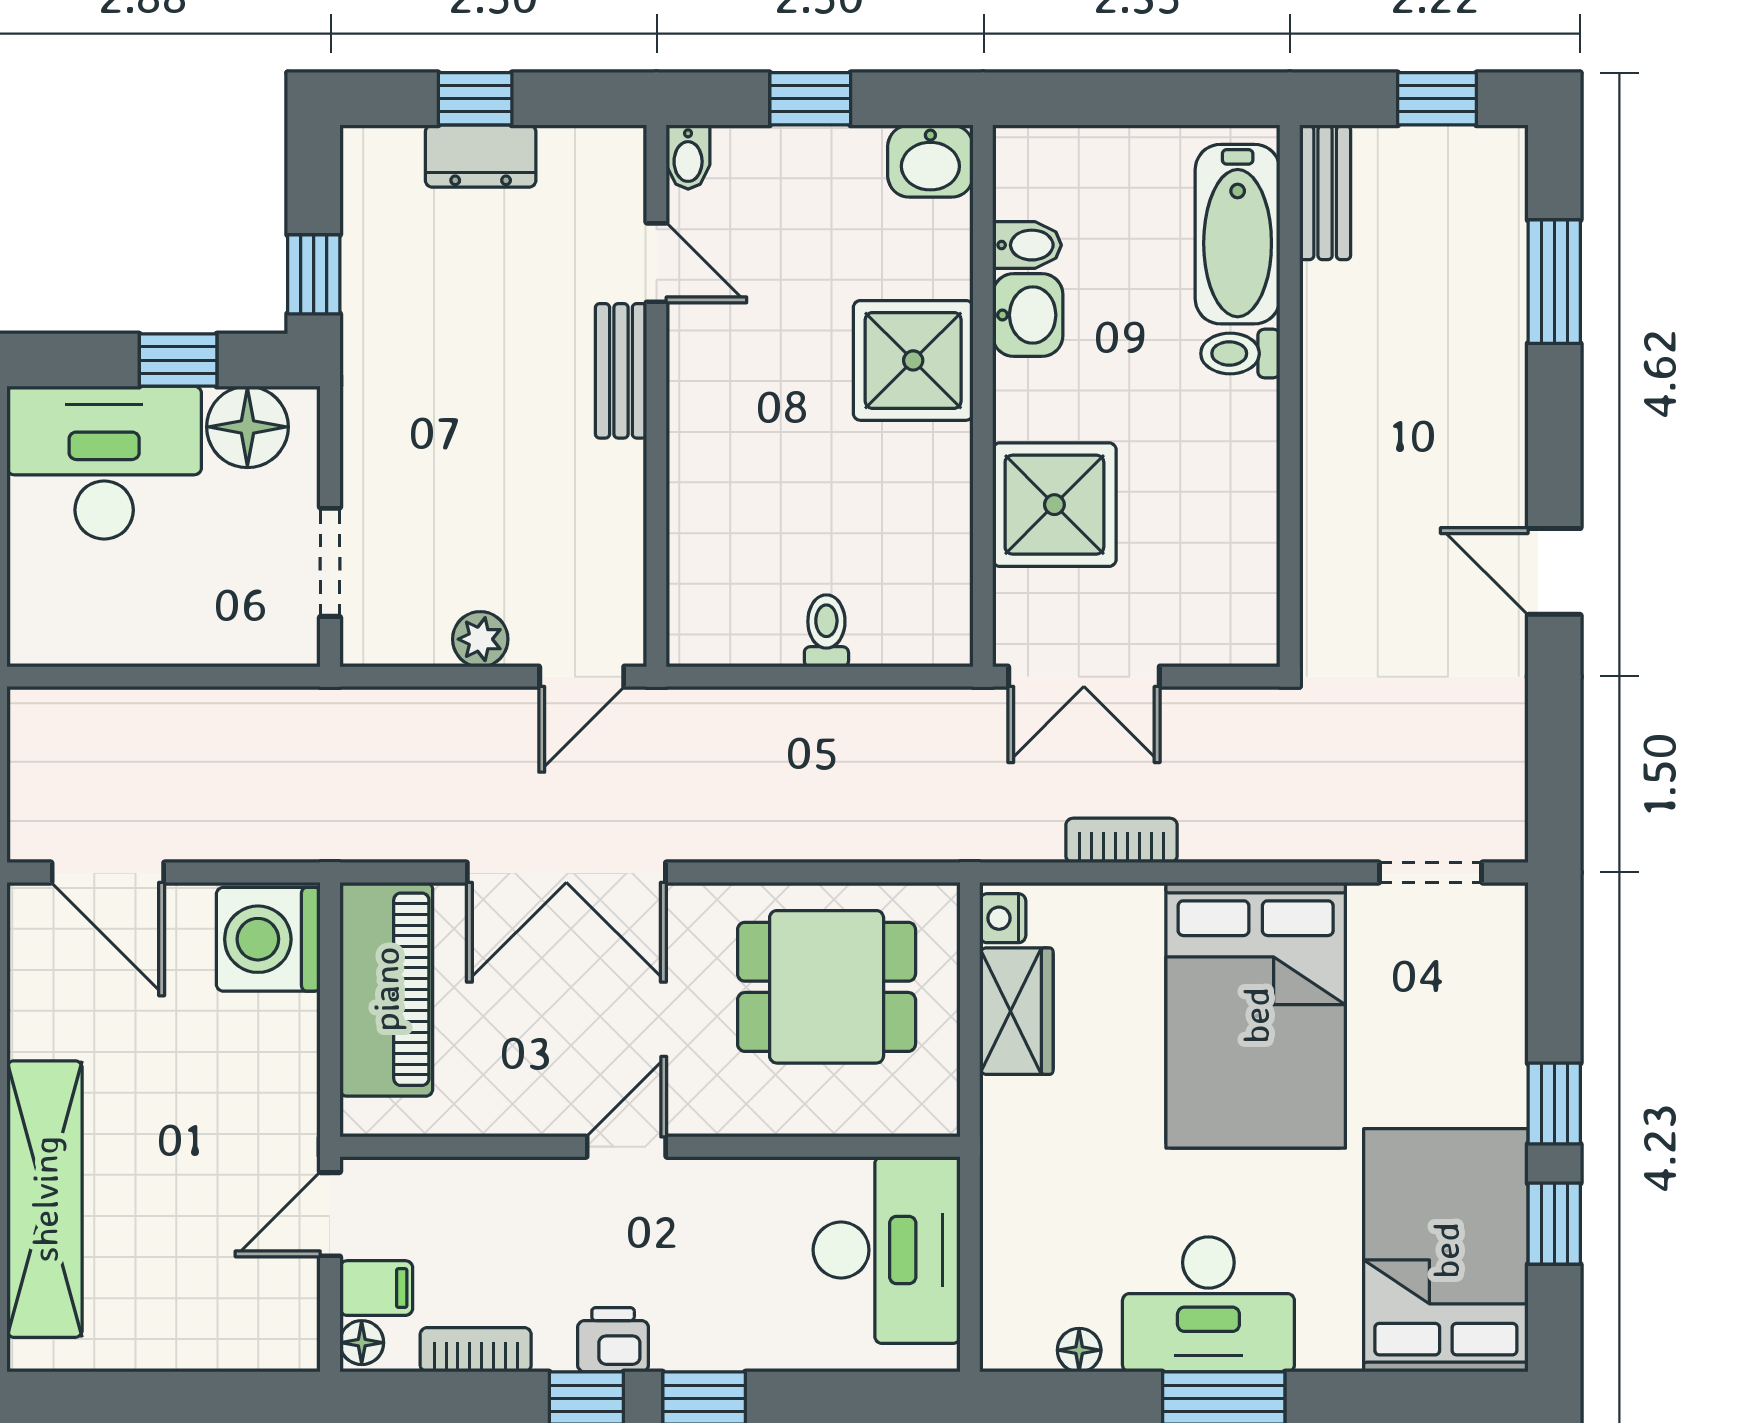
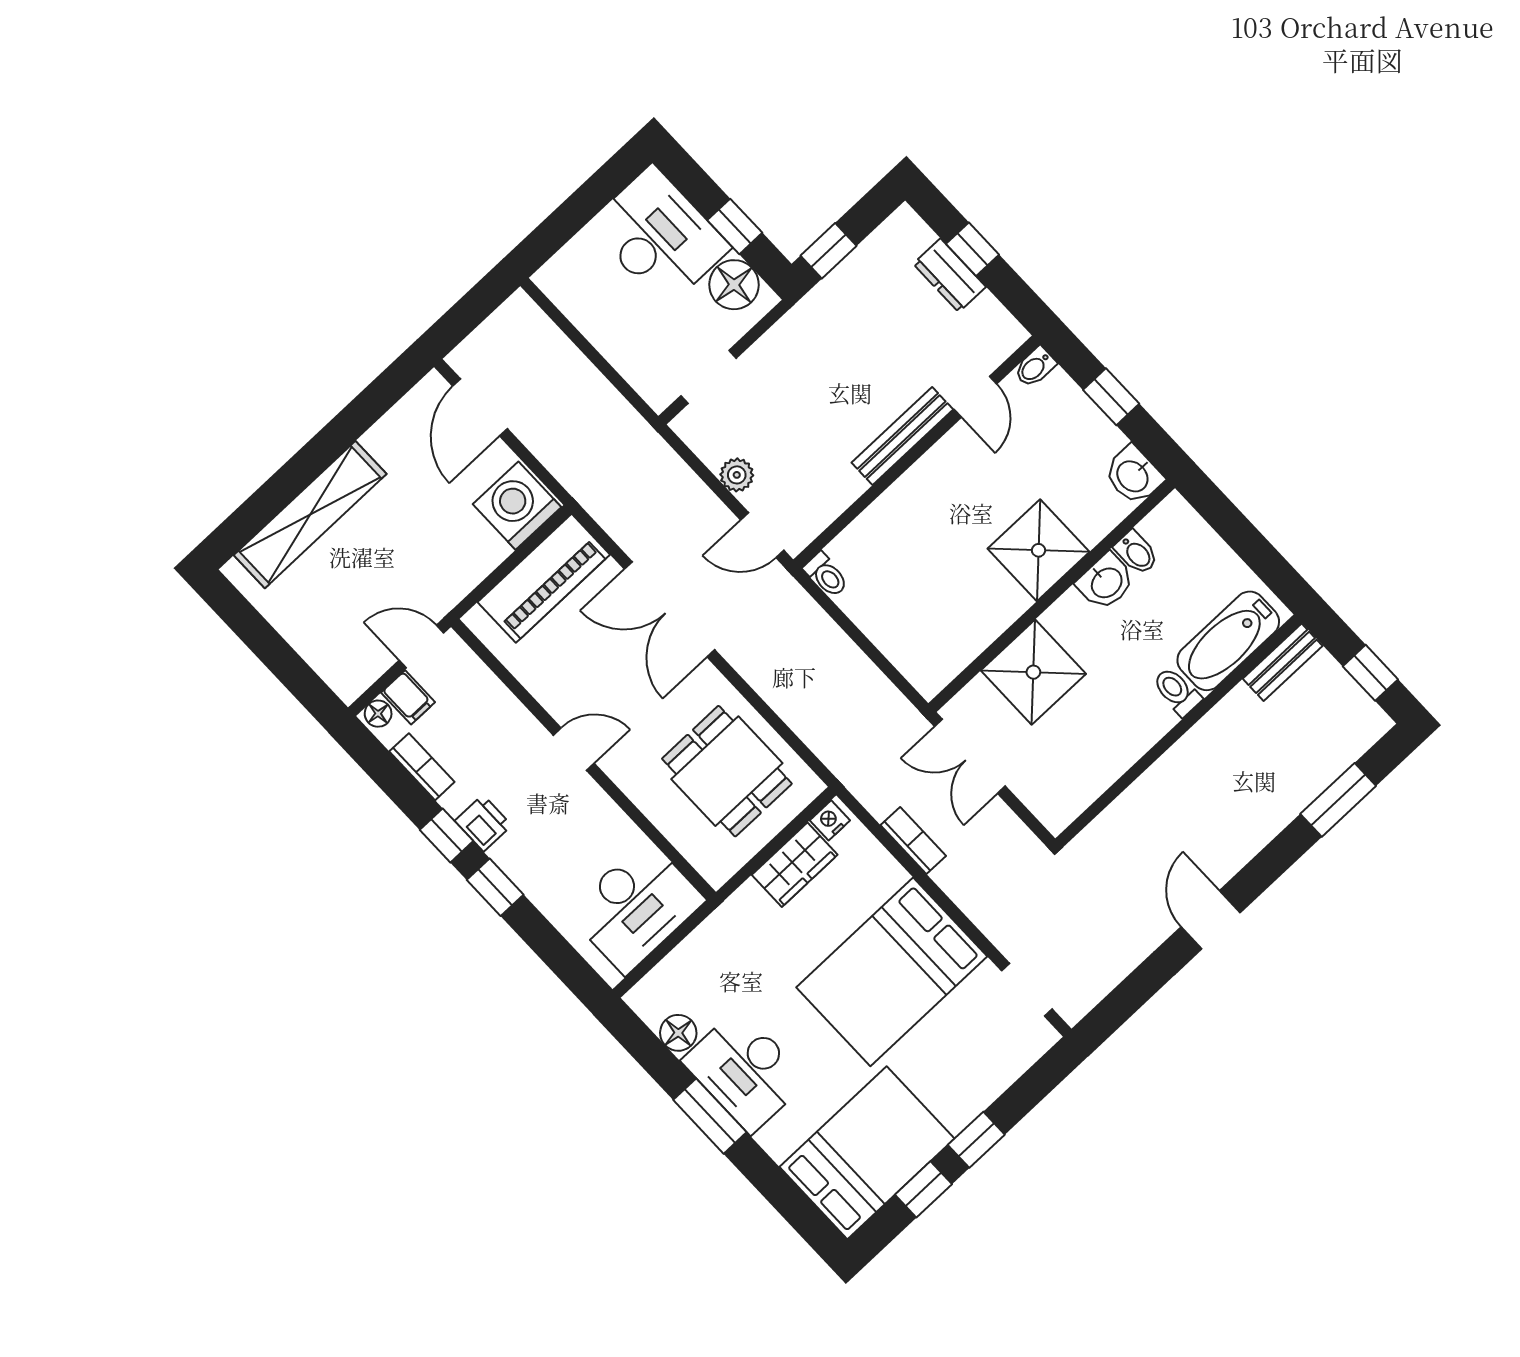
bench: (621, 371) -> (902, 436), width x1.36
toilet: (826, 631) -> (826, 575), moved, turned 90
floor lamp: (1079, 1350) -> (678, 1033), width x1.37, depth x1.37

